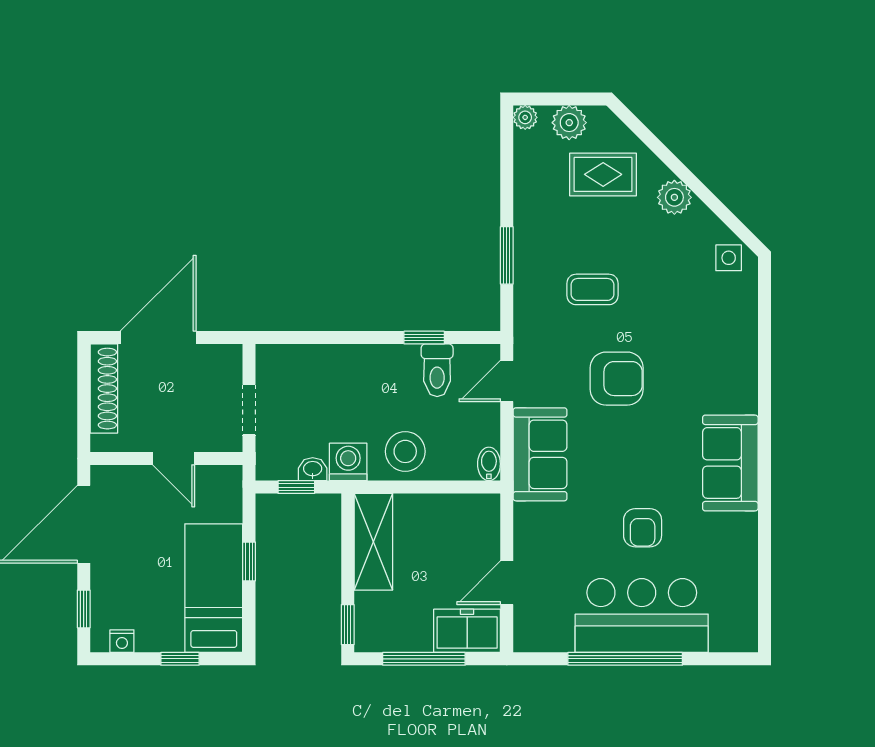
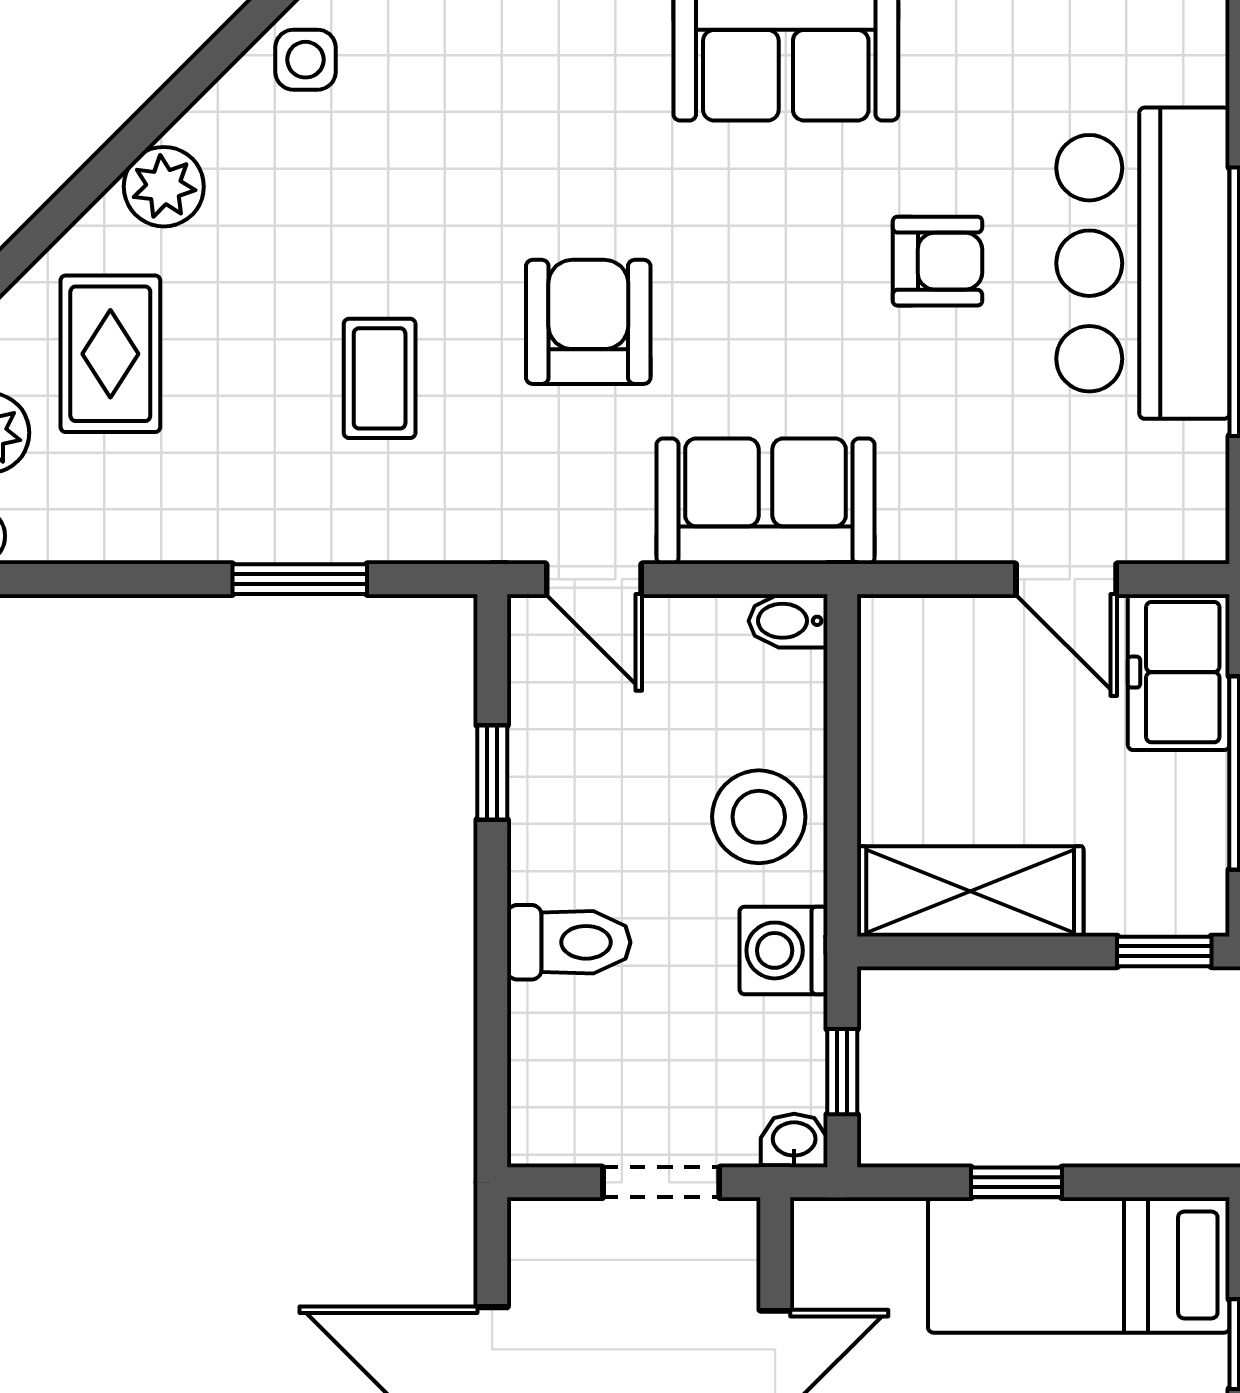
toilet: (437, 370) -> (569, 942), moved
washbasin: (313, 469) -> (794, 1141), moved, turned 90

